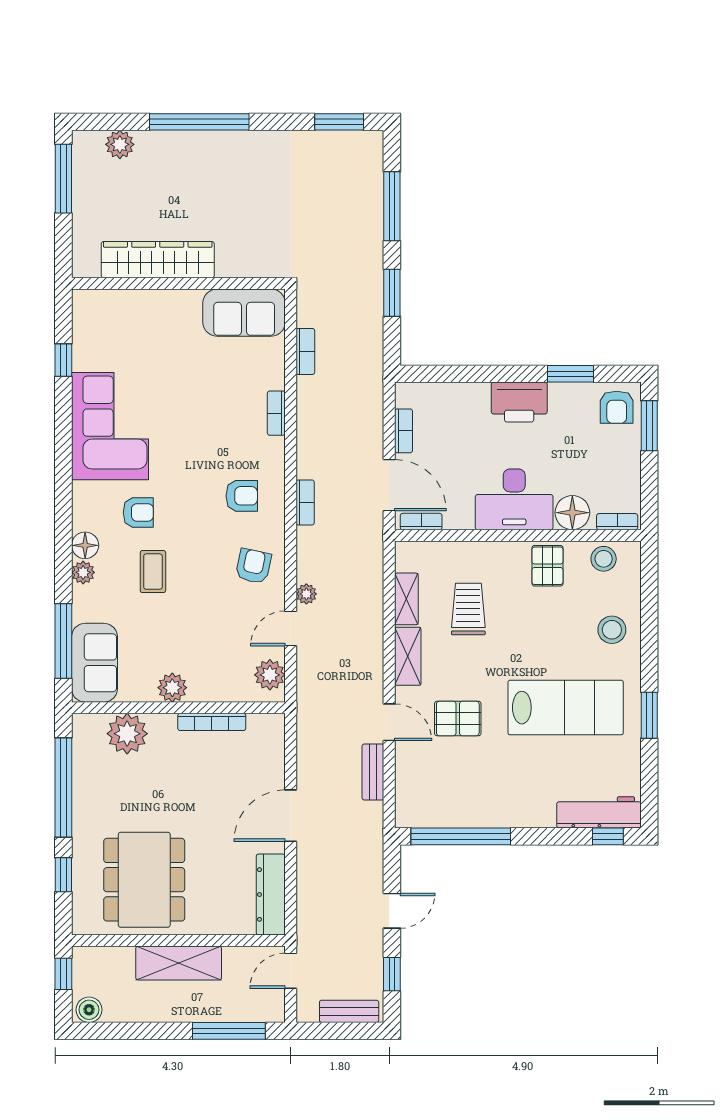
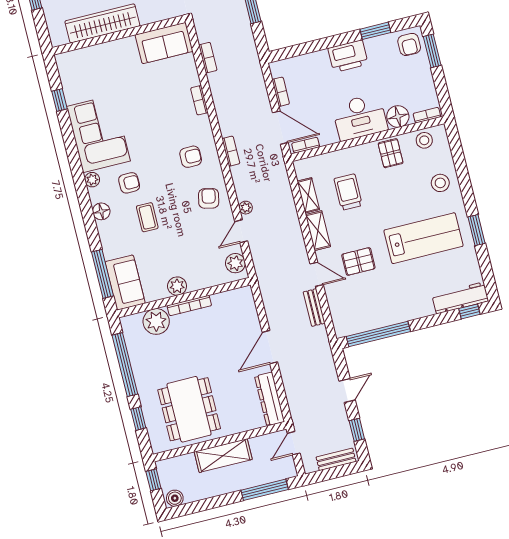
plant: (83, 572) -> (92, 180), moved
bookcase: (212, 722) -> (189, 306), moved

